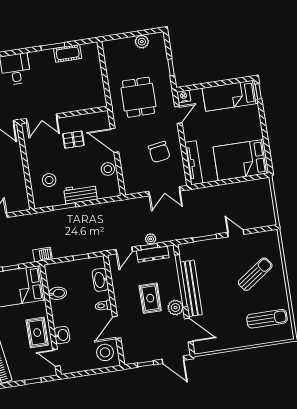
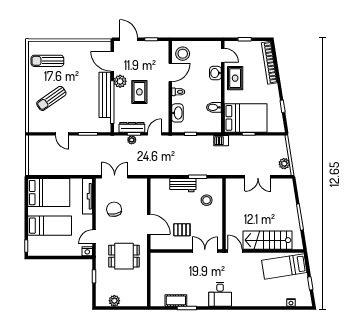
bed: (230, 96) -> (50, 226), moved
dining table: (138, 97) -> (124, 256), turned 90
stool: (108, 169) -> (158, 202), removed

